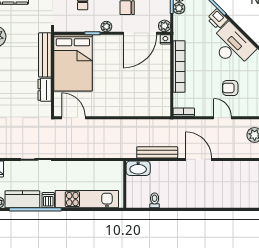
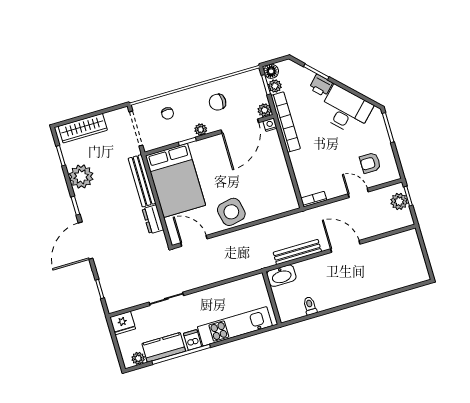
bookcase: (179, 67) -> (286, 122), moved
armchair: (230, 88) -> (370, 163), moved
side table: (112, 103) -> (231, 212), added

